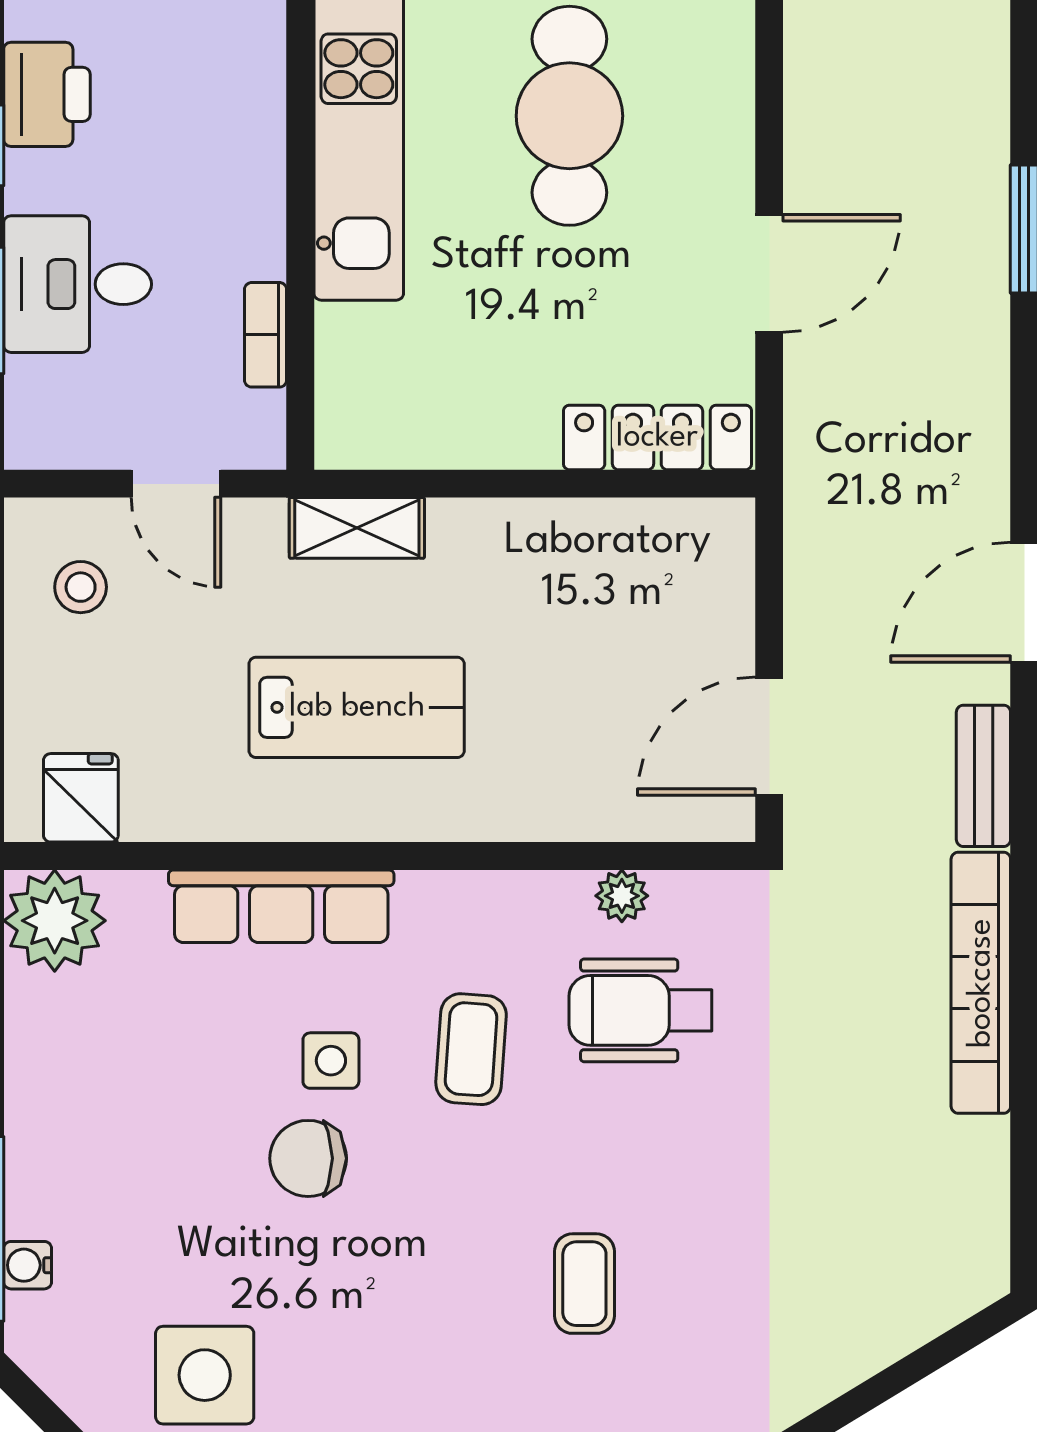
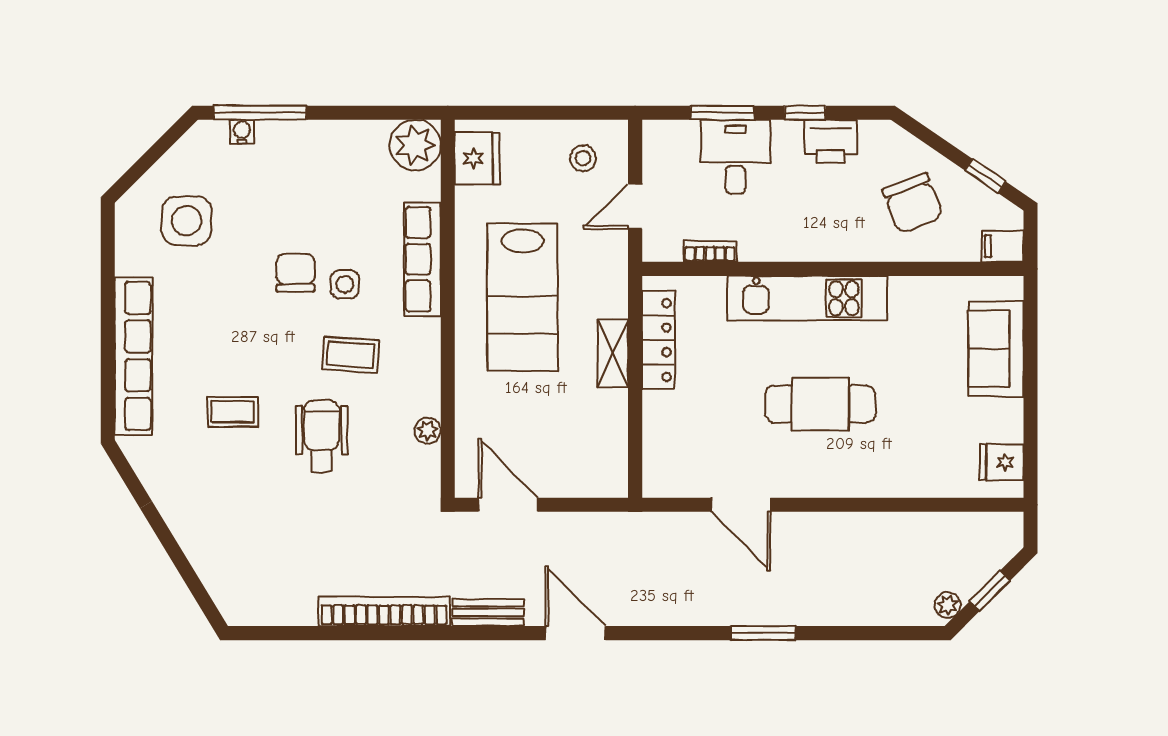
locker: (657, 437) -> (658, 340), moved
shelving: (357, 528) -> (613, 353), moved
lab bench: (357, 707) -> (523, 297), width x1.36, depth x1.39
fridge: (81, 798) -> (477, 158), width x1.38
wheelchair: (641, 1010) -> (322, 436), moved

